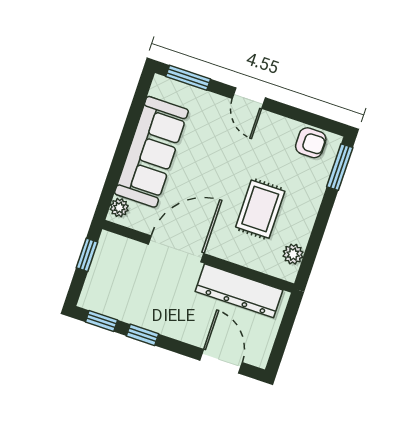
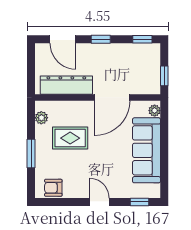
window: (188, 78) -> (139, 202), width x0.67
window: (340, 167) -> (31, 153), moved
rug: (260, 209) -> (70, 138), turned 90
window: (143, 335) -> (101, 39), moved

